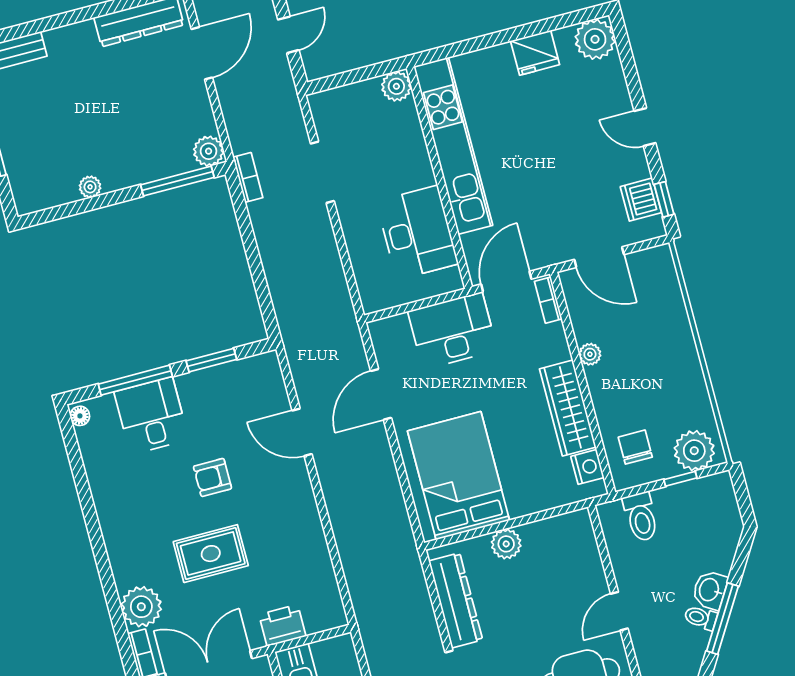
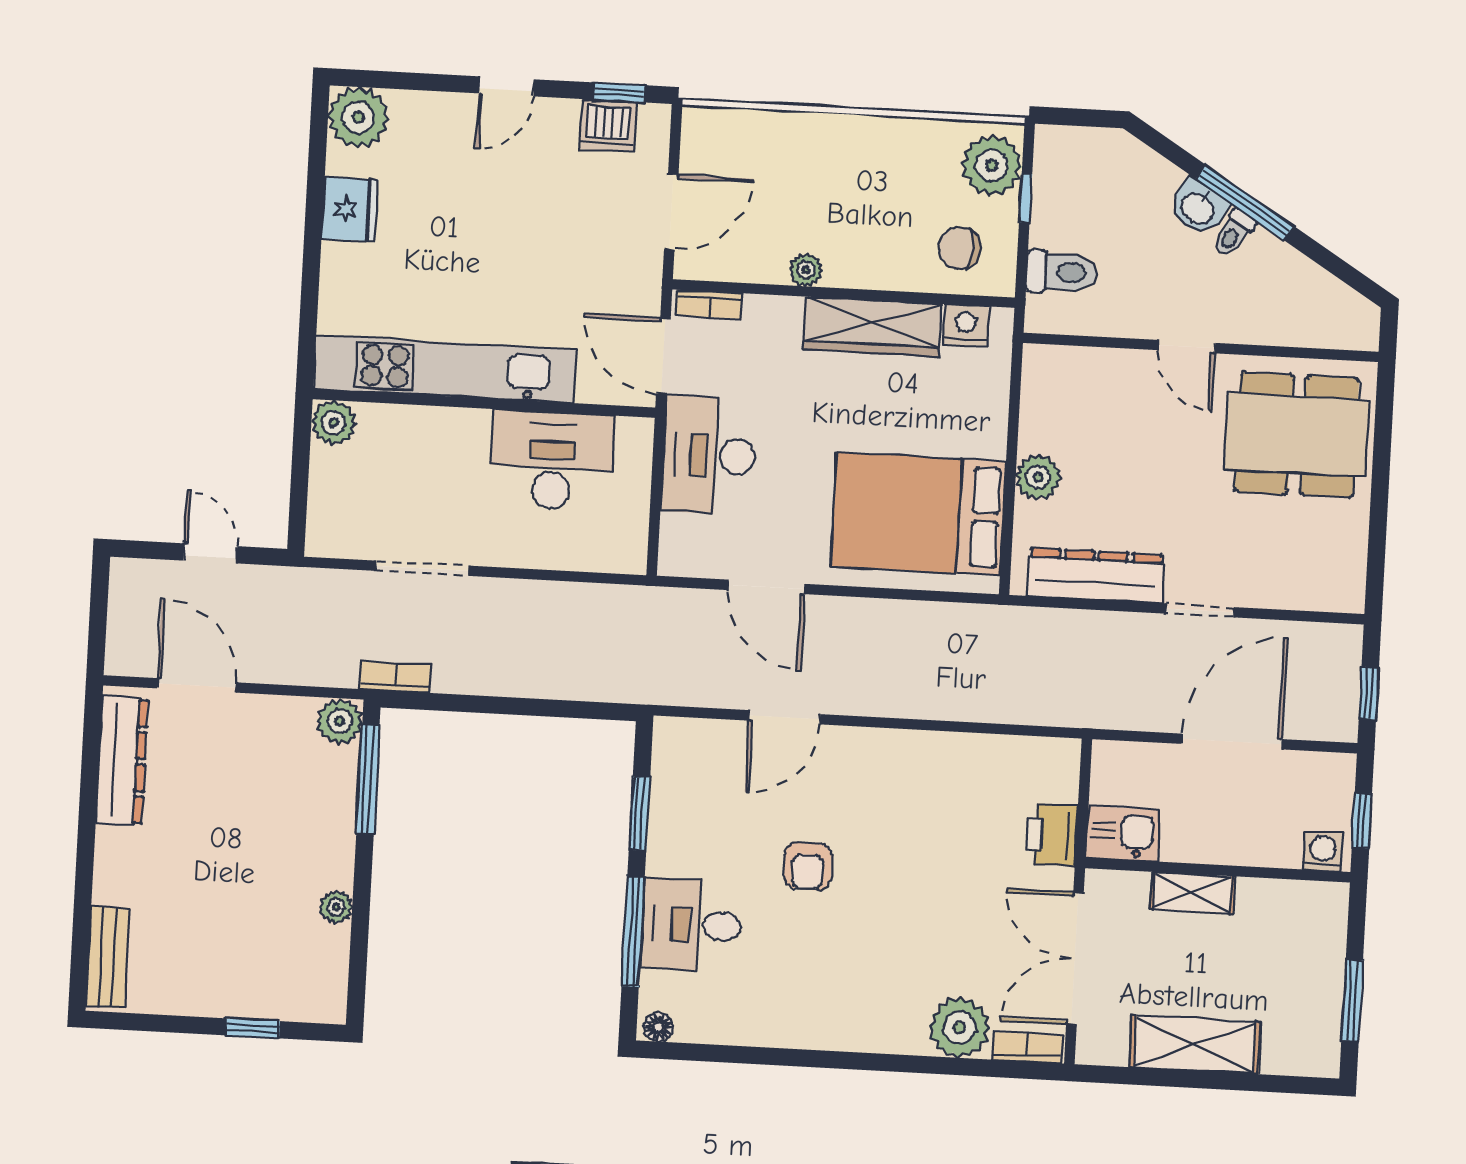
rug: (211, 554) -> (916, 904), removed

